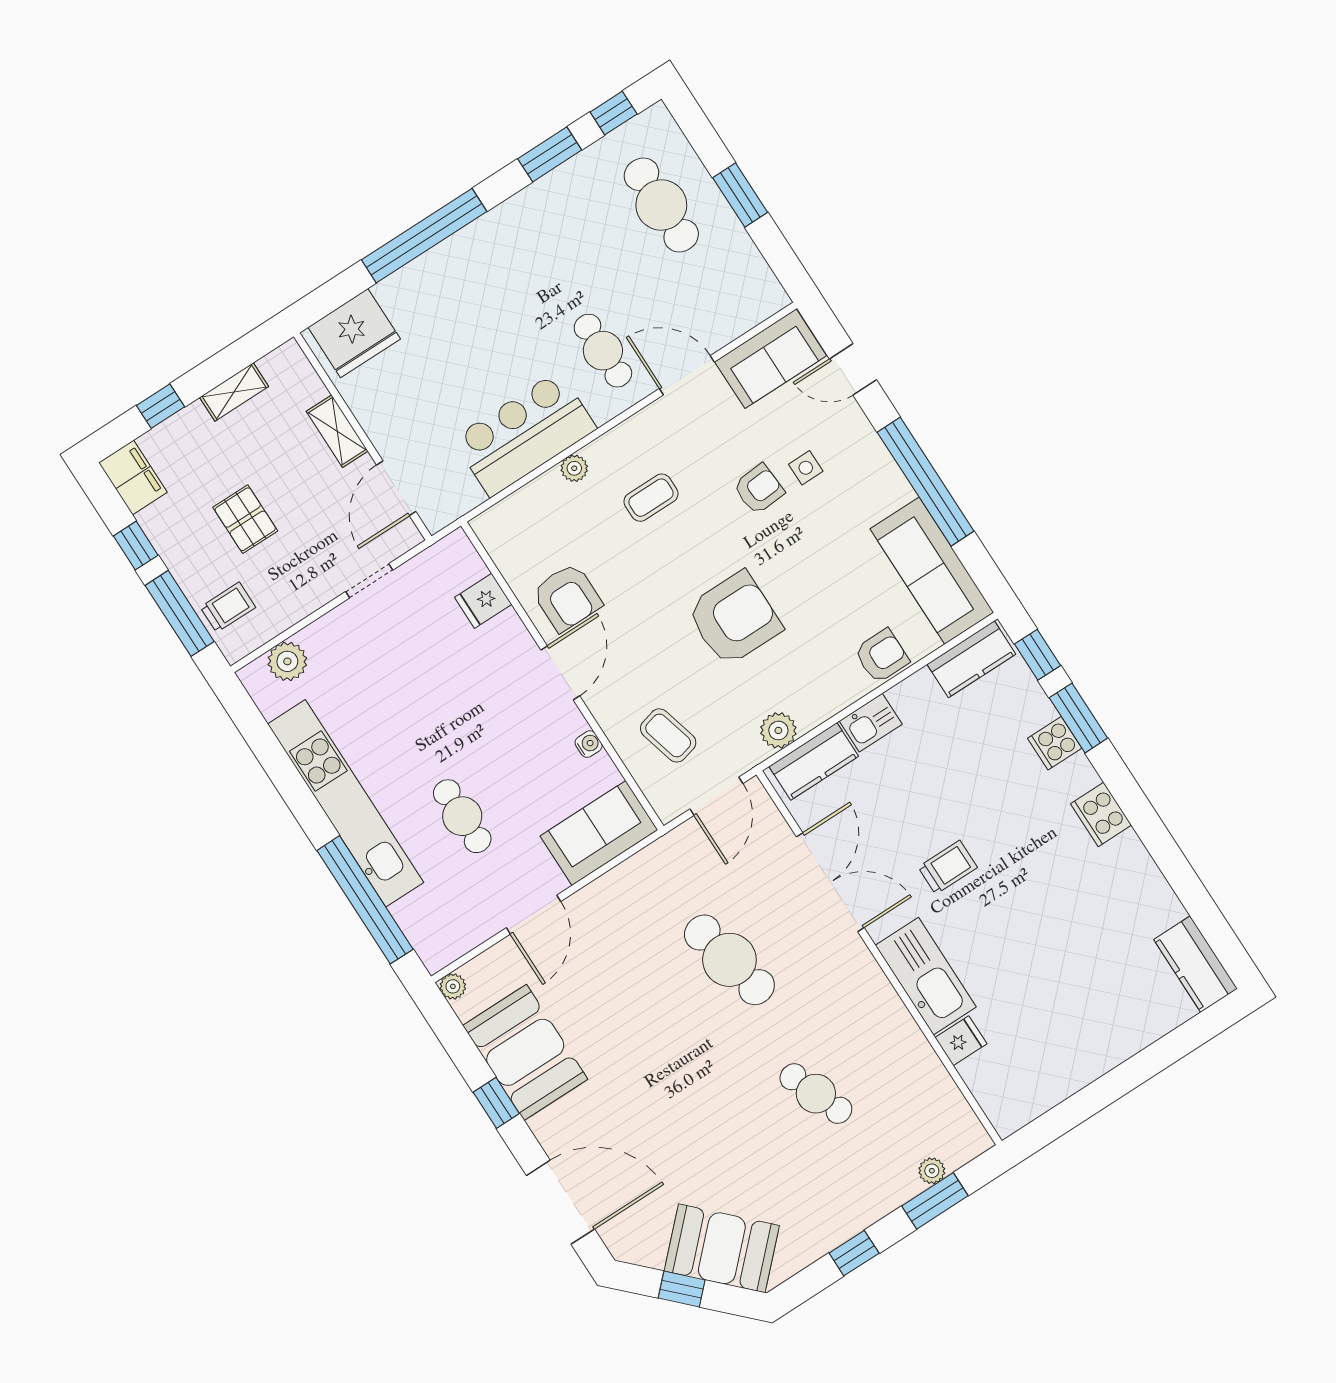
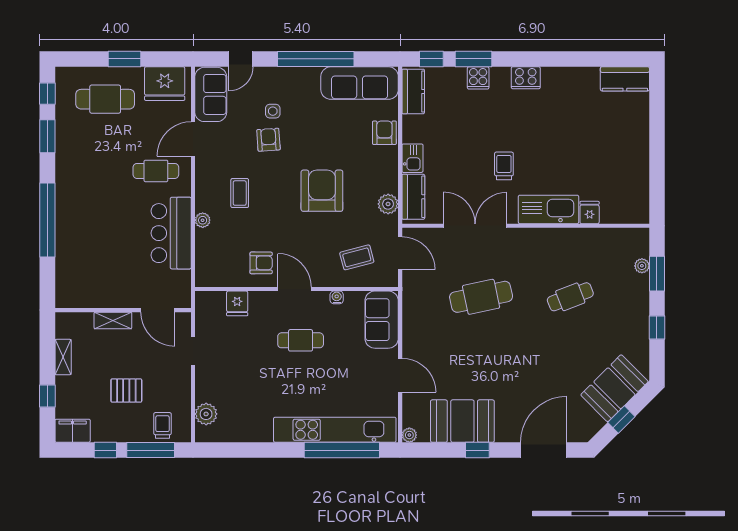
fridge: (354, 333) -> (165, 84), moved, turned 90
armchair: (567, 597) -> (261, 263), width x0.72, depth x0.72
kitchen unit: (346, 803) -> (335, 430), moved
cafe table: (462, 816) -> (301, 340), moved

